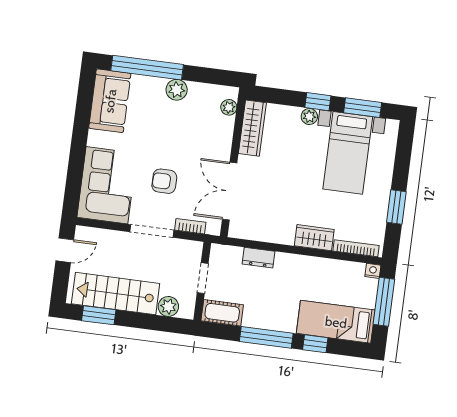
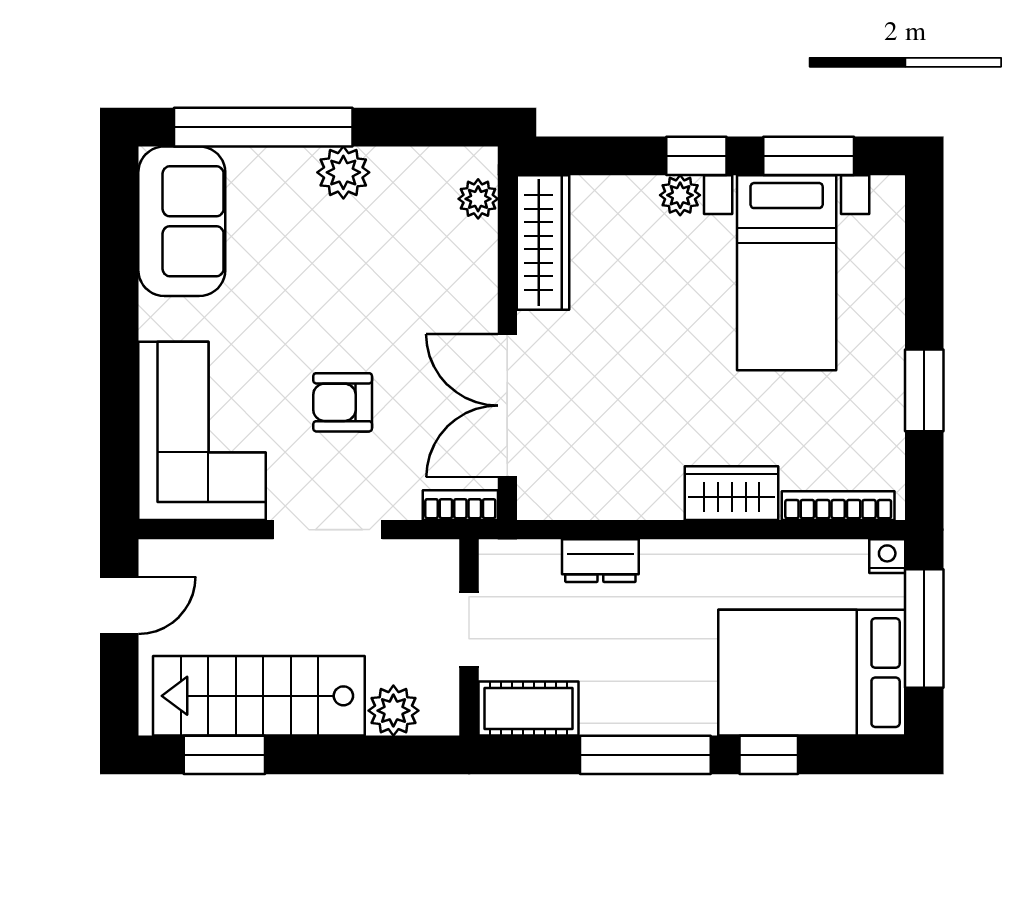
bookcase: (190, 226) -> (460, 505), moved
bed: (336, 322) -> (812, 673), width x1.50

